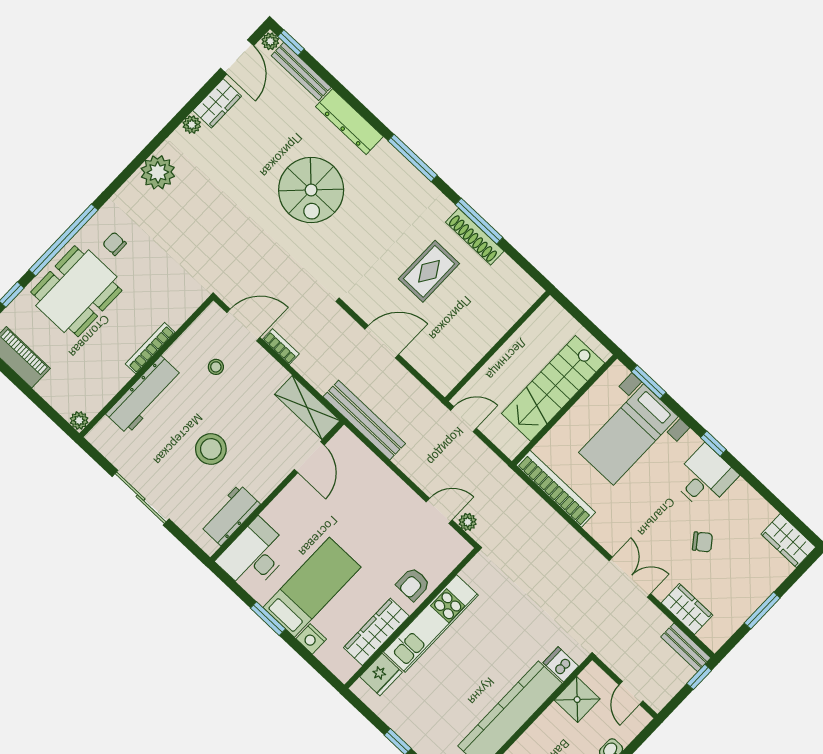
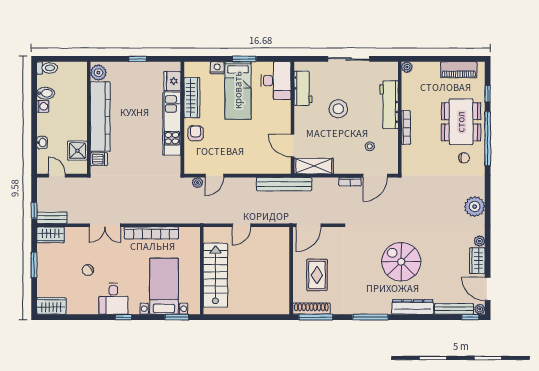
wall: (497, 346) -> (291, 271), moved
bookcase: (556, 489) -> (151, 233), moved
wardrobe: (687, 609) -> (51, 235), moved

